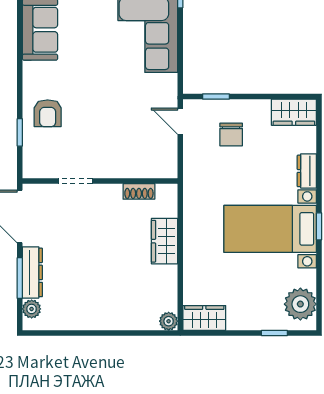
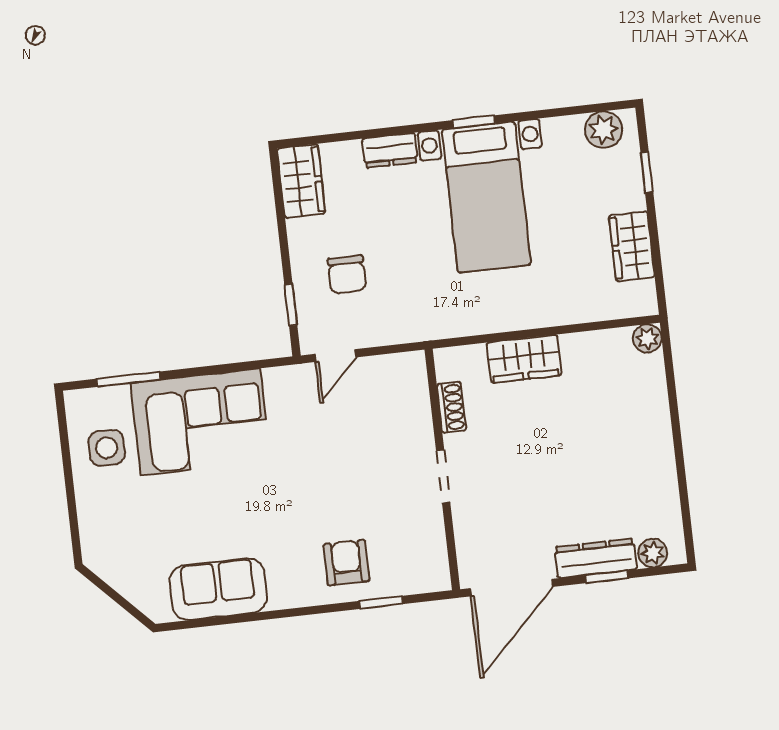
armchair: (48, 113) -> (346, 563), turned -90
chair: (231, 134) -> (347, 274), turned 90
doorway: (75, 181) -> (443, 476), moved
window: (20, 278) -> (607, 577), width x0.67
plant: (300, 304) -> (604, 130), width x0.73, depth x0.73
wardrobe: (204, 318) -> (632, 246), moved

